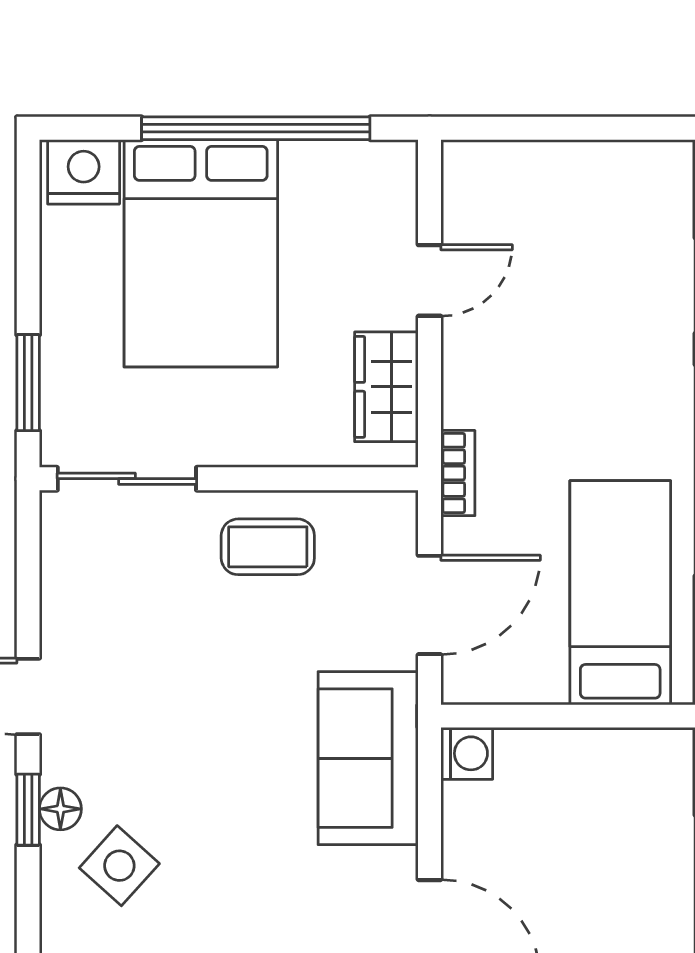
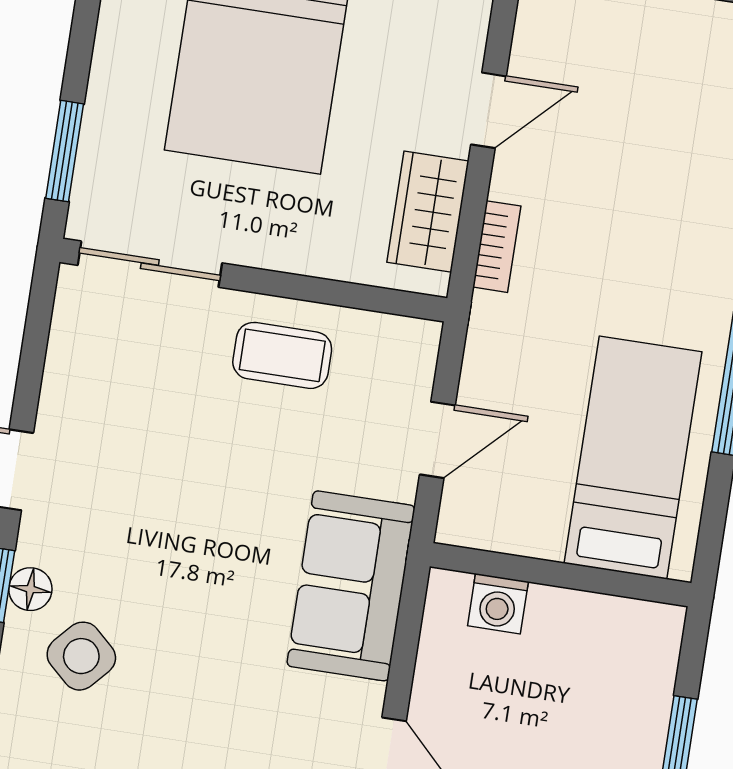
bookcase: (458, 473) -> (497, 247), moved
door: (430, 605) -> (437, 440), width x0.73
washing machine: (467, 753) -> (498, 604), moved, turned 90

